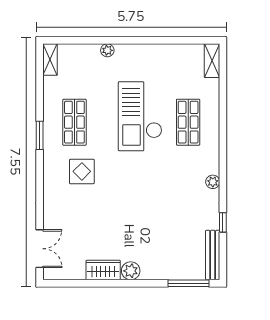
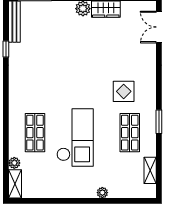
shelving: (50, 60) -> (150, 170), moved
plant: (213, 182) -> (14, 163), moved

